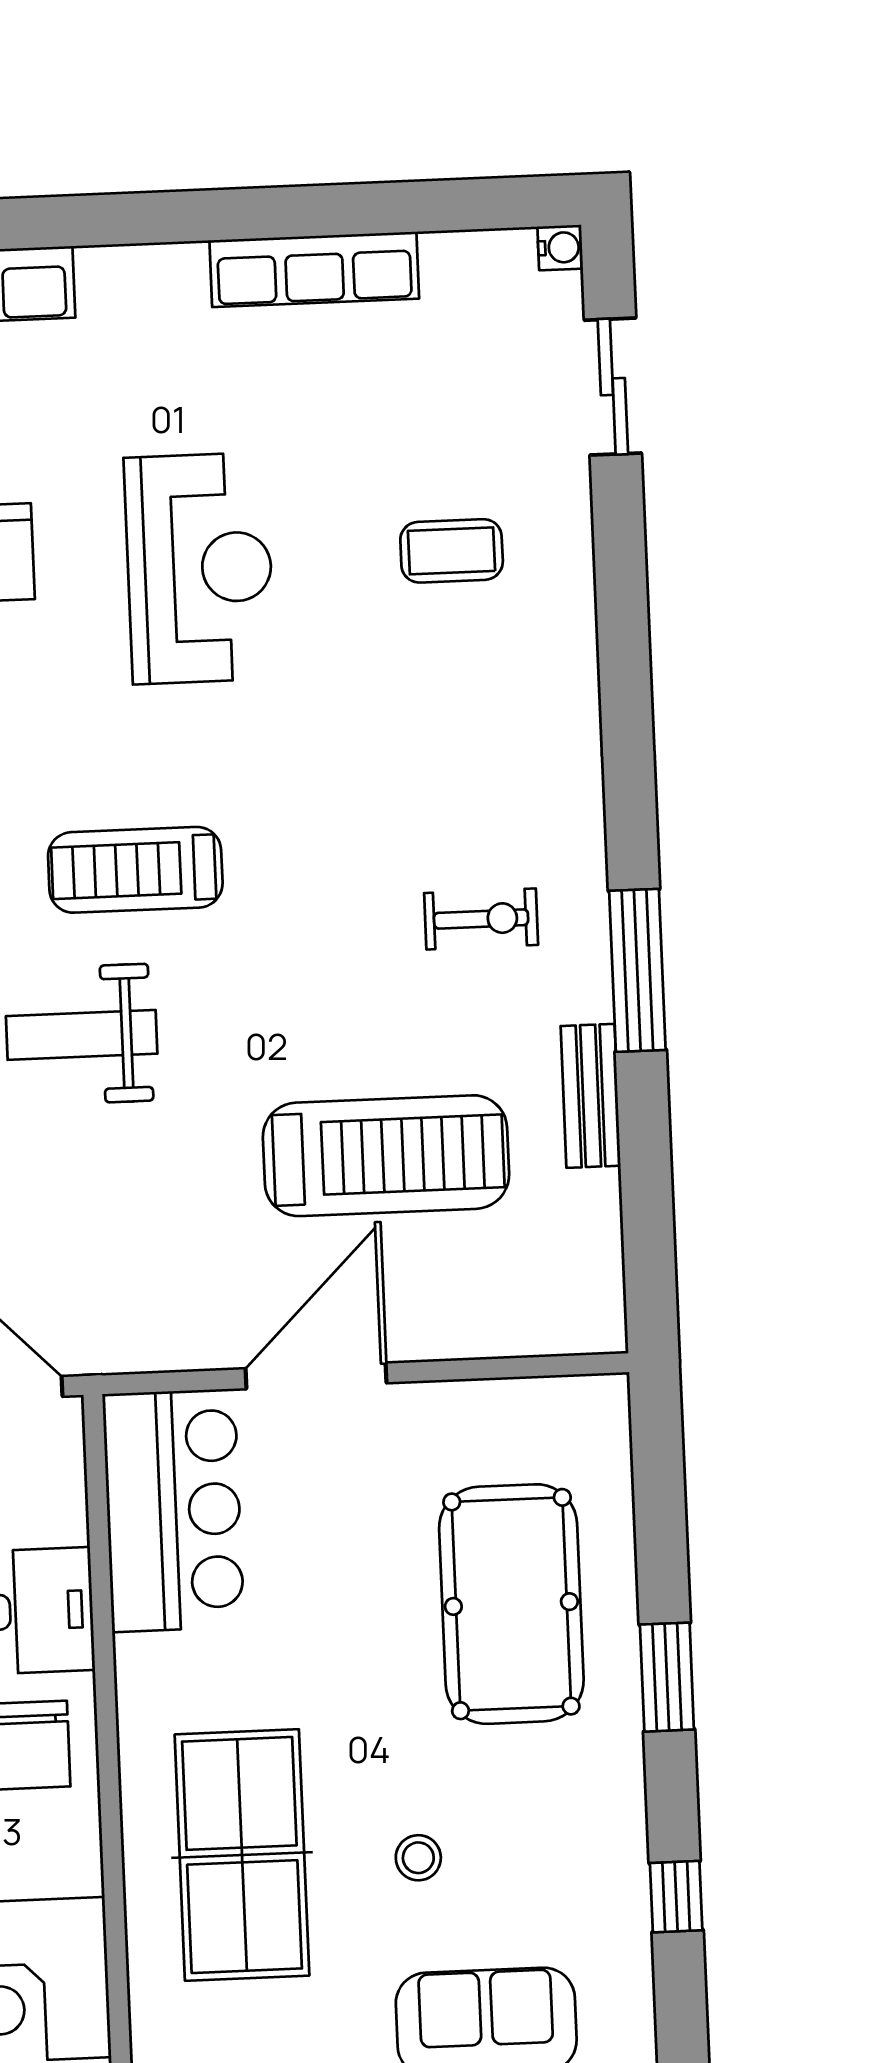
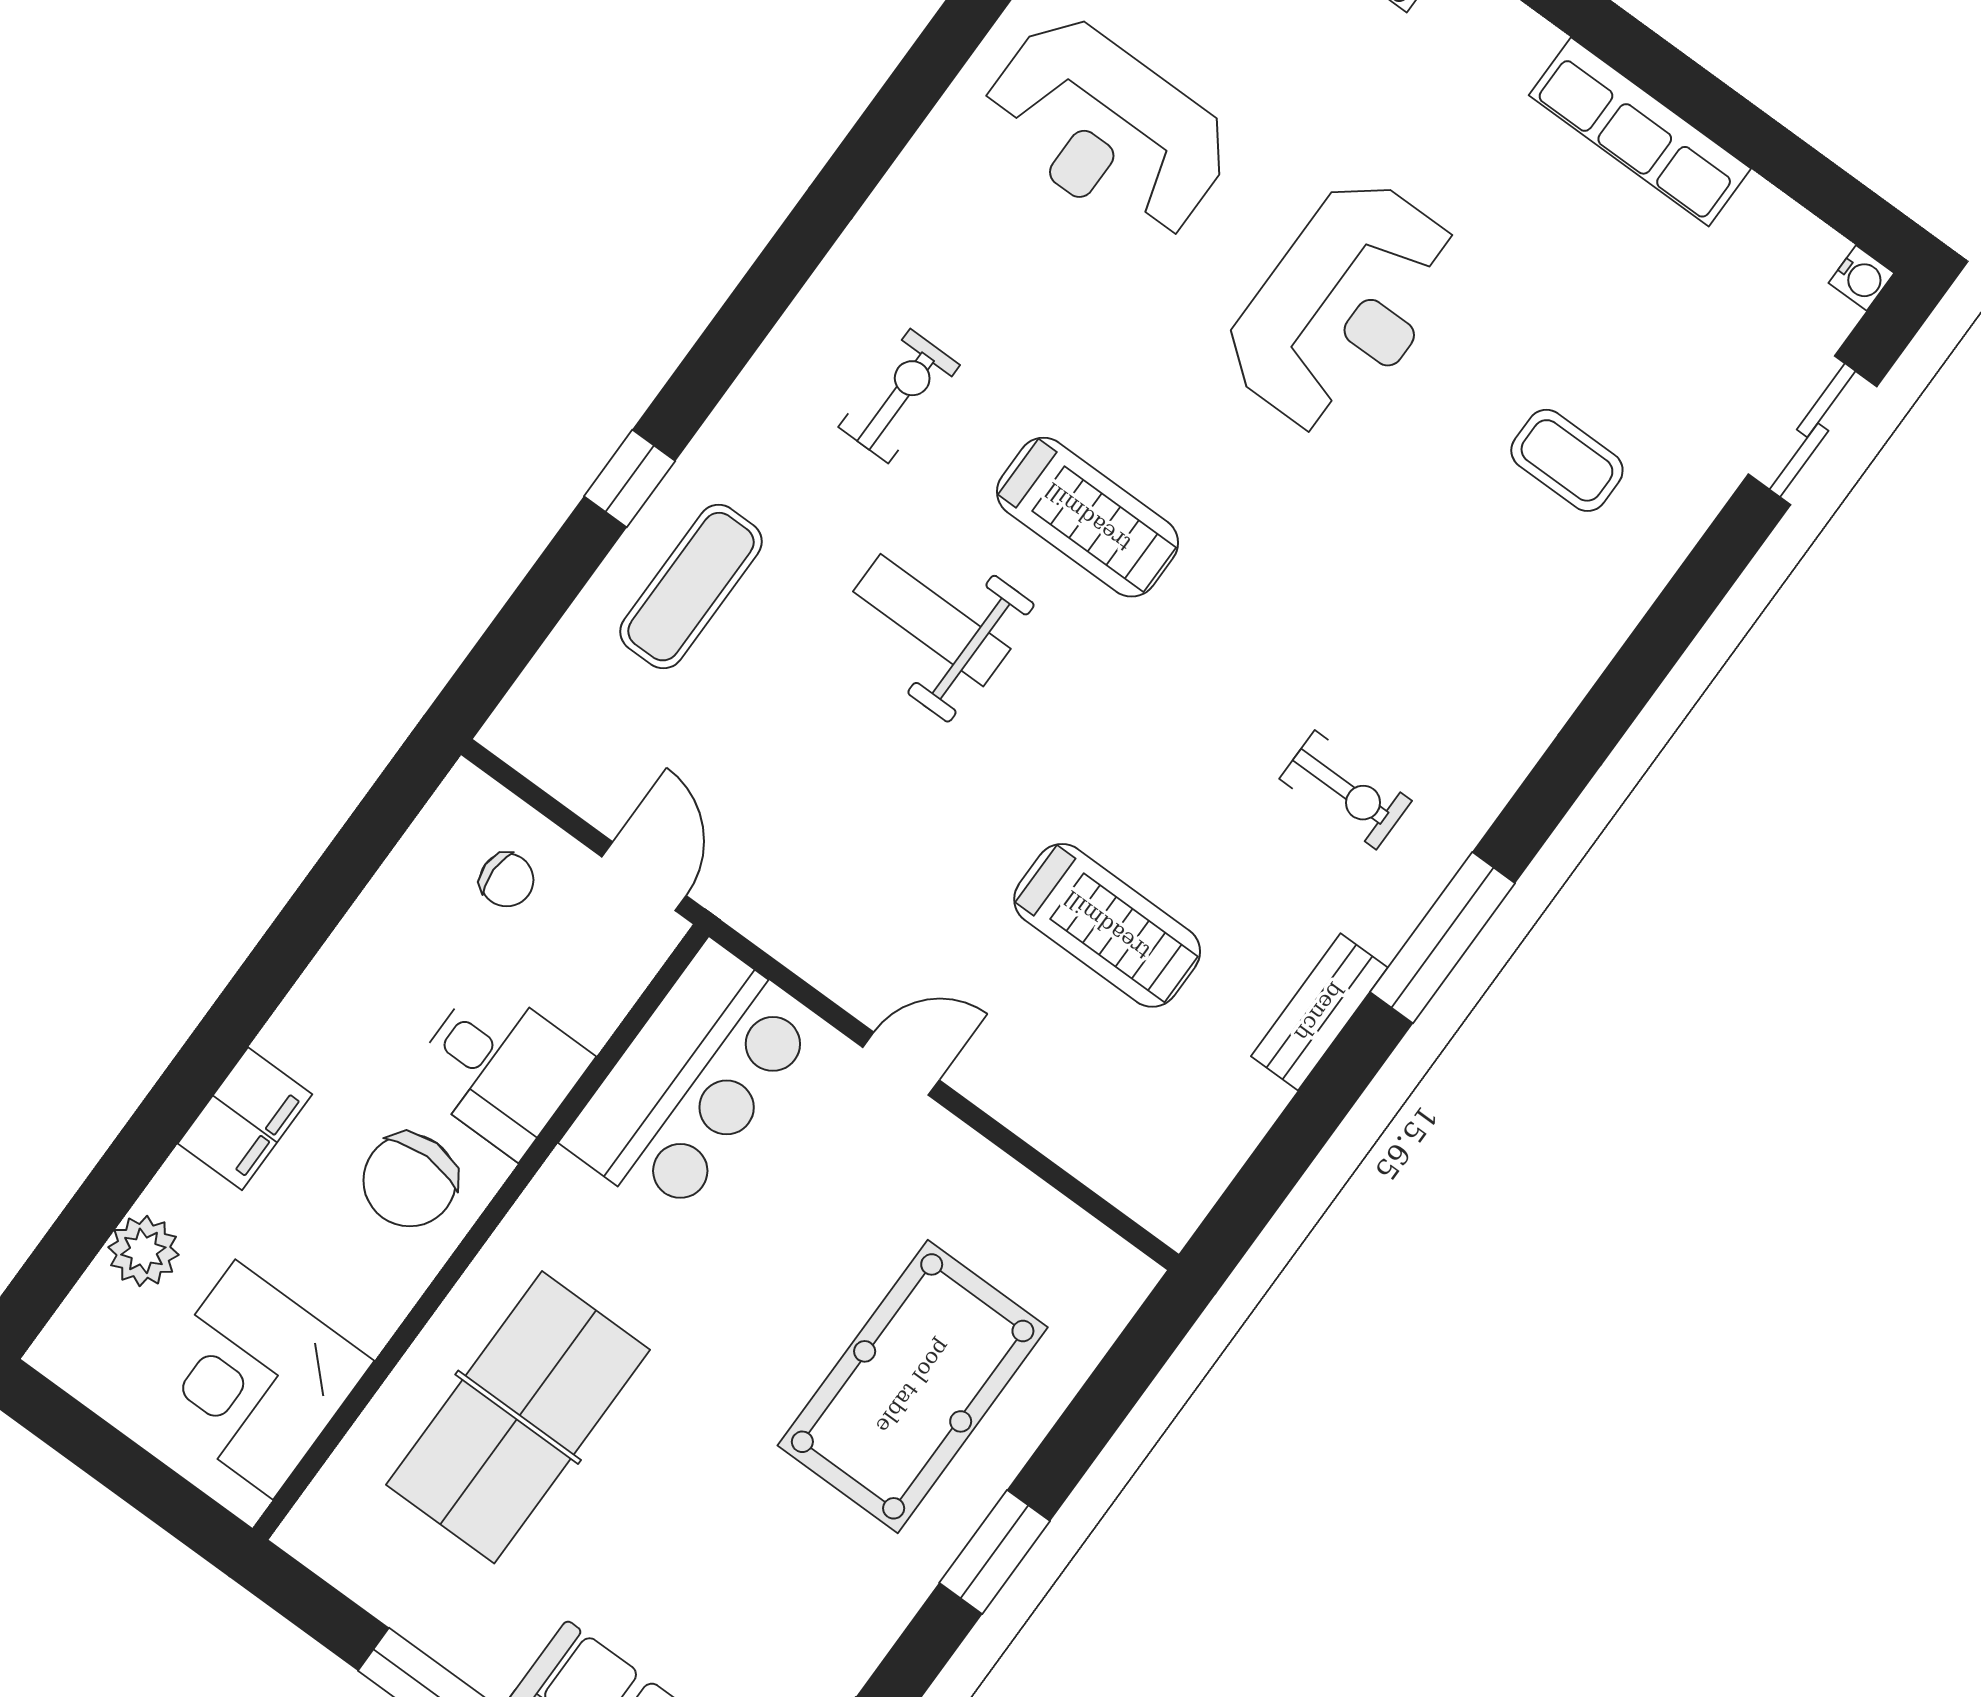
treadmill: (135, 870) -> (1088, 517), turned 180
treadmill: (386, 1156) -> (1107, 925), width x0.73, depth x0.73
door: (316, 1376) -> (901, 1064), width x0.53
stool: (418, 1858) -> (665, 1538), removed

